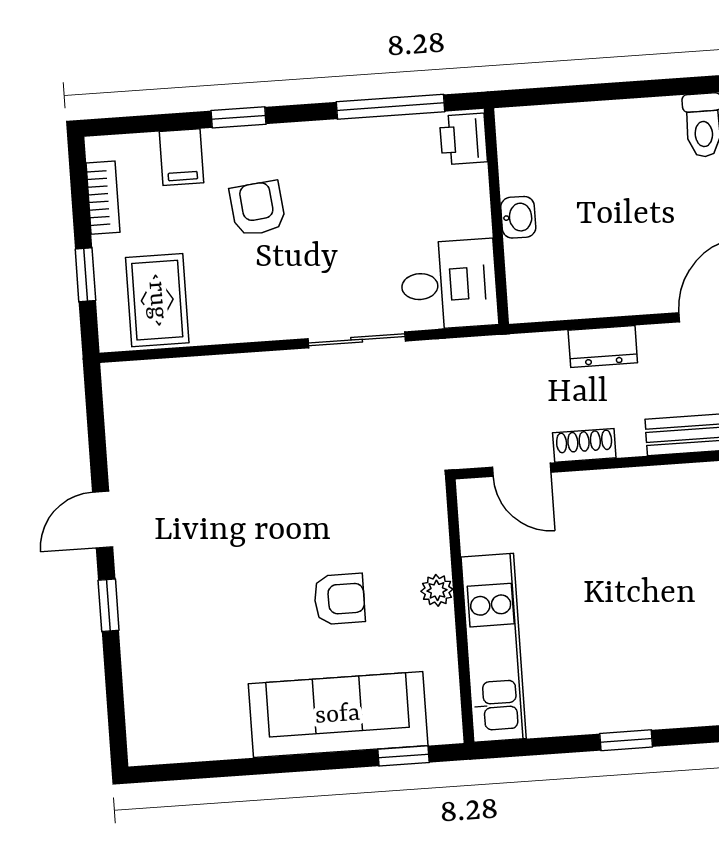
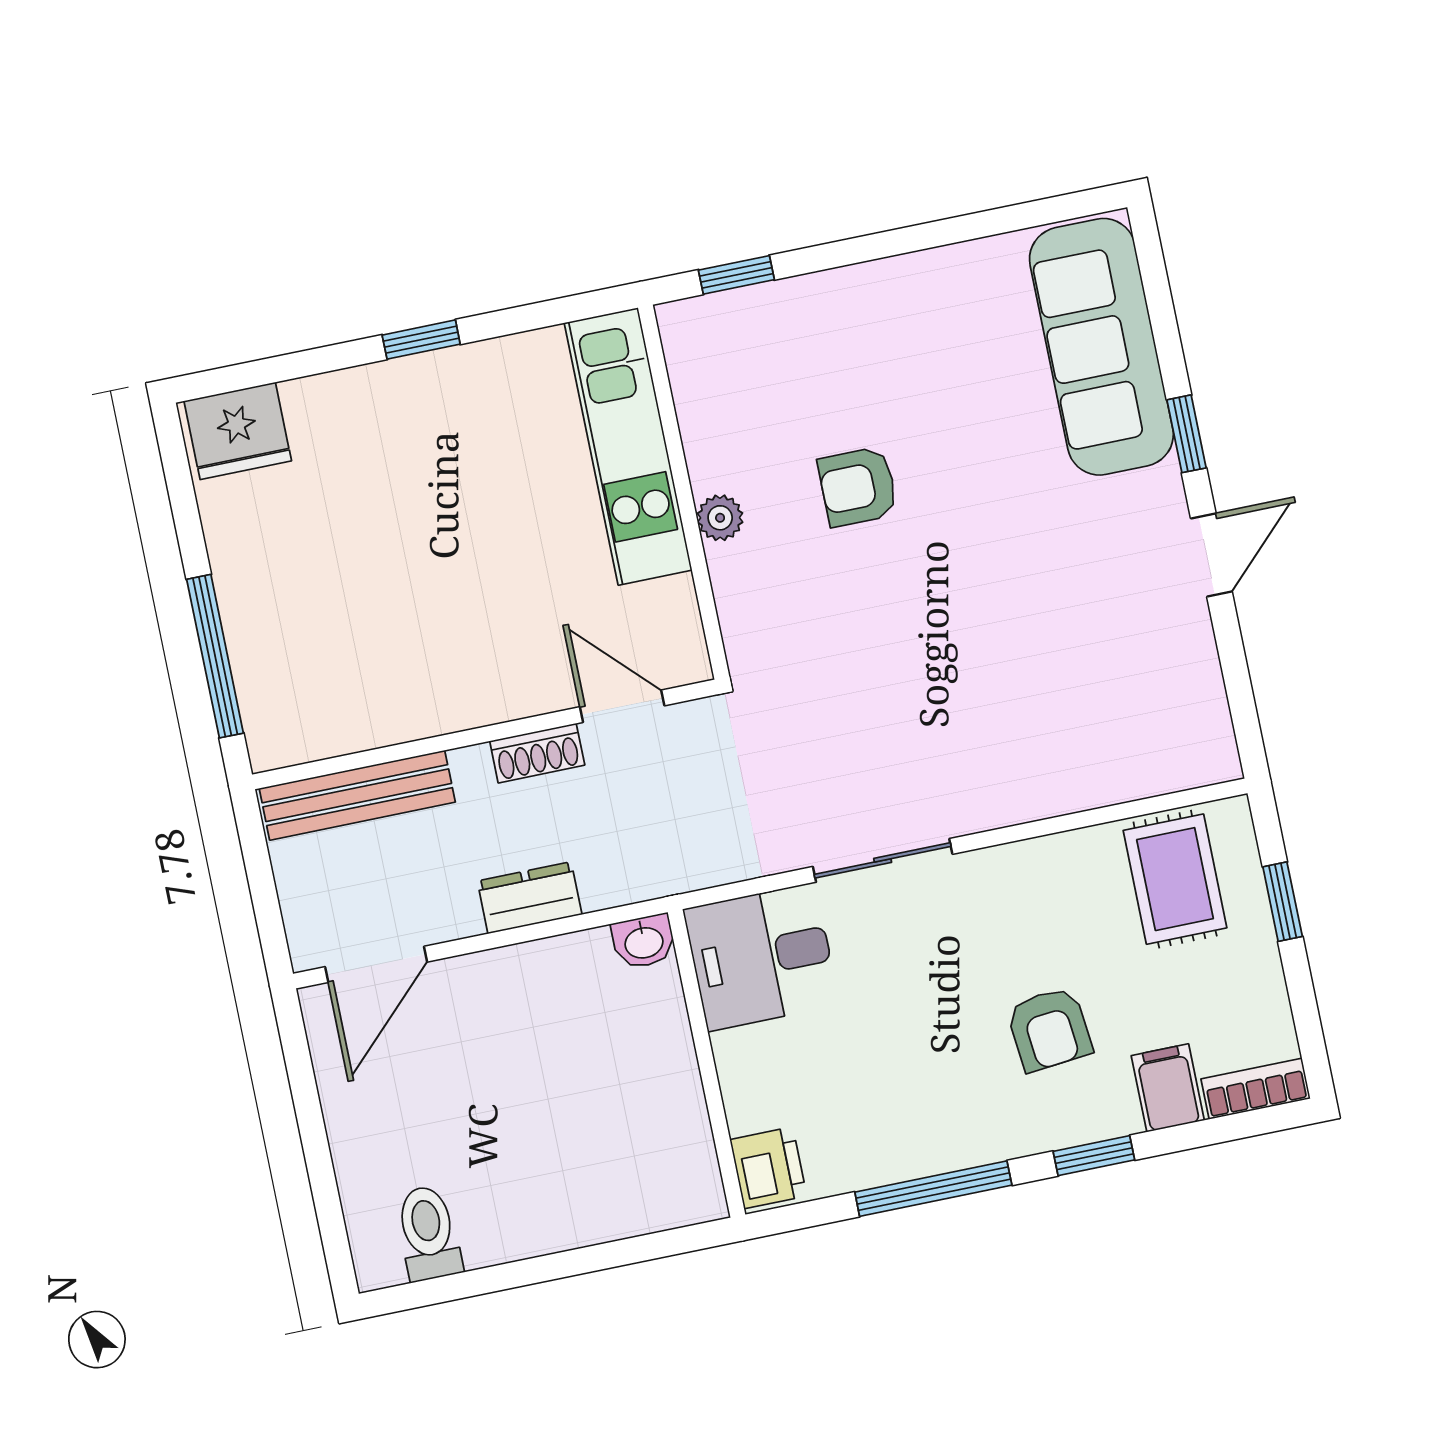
window: (390, 107) -> (933, 1189), moved
bookcase: (103, 198) -> (1256, 1089), moved, turned 90
washbasin: (518, 217) -> (644, 941), moved, turned -90
sofa: (338, 715) -> (1101, 347), moved, turned 90

